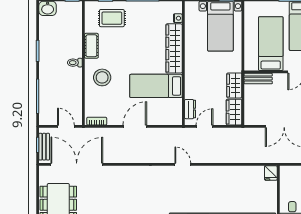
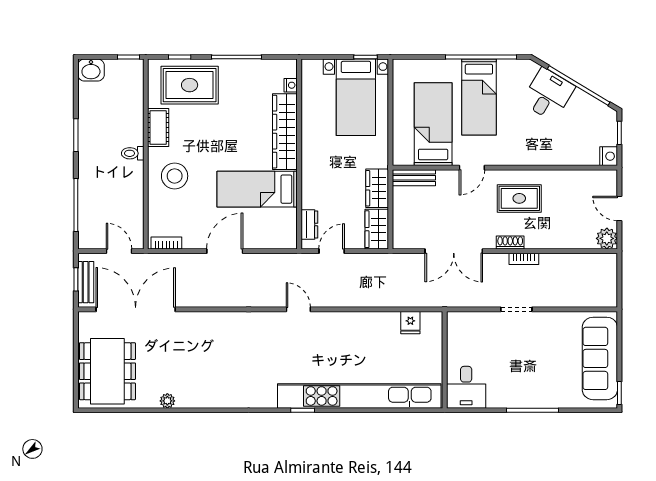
rug: (112, 18) -> (190, 85), width x1.36, depth x1.43
fridge: (271, 173) -> (410, 323), moved

